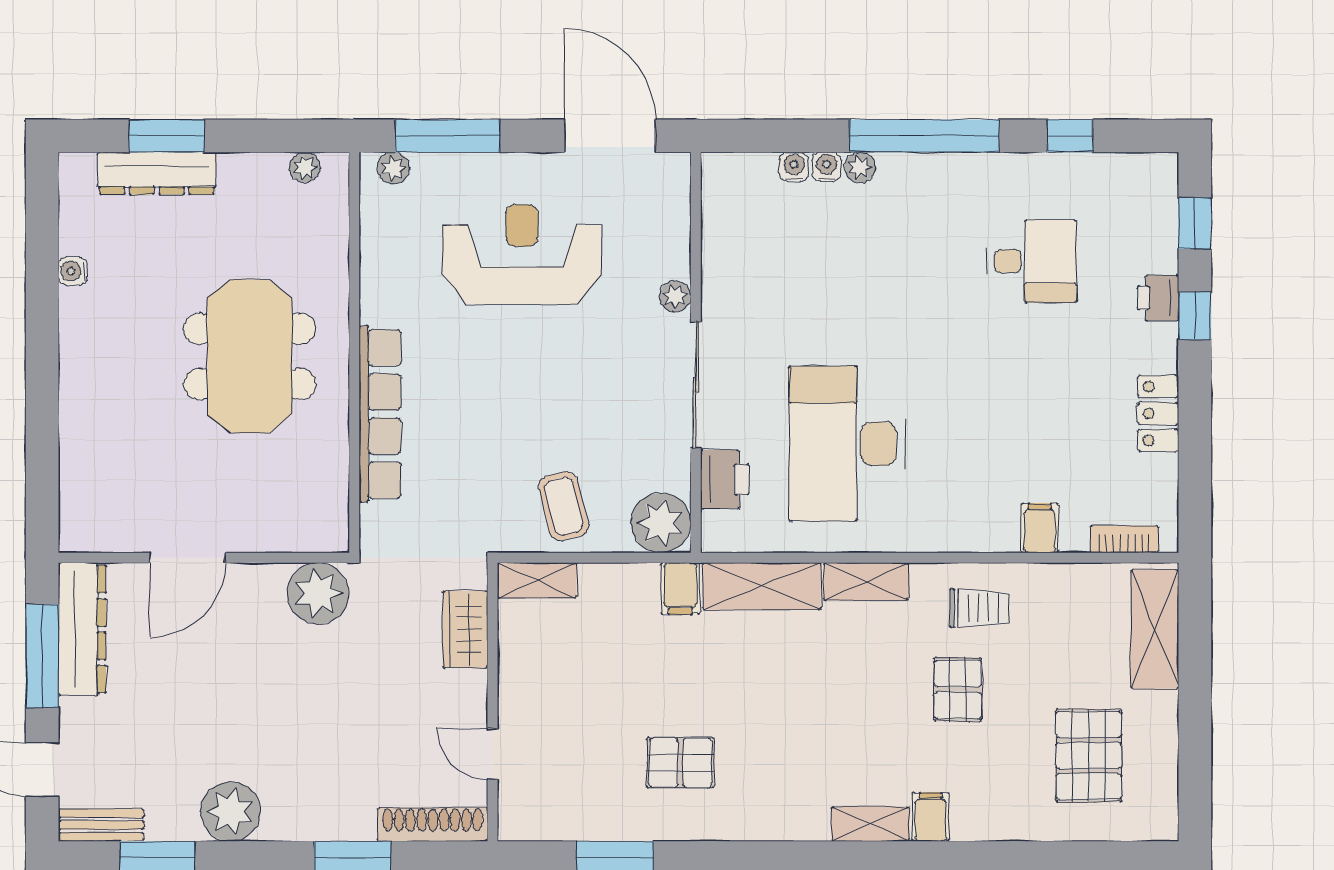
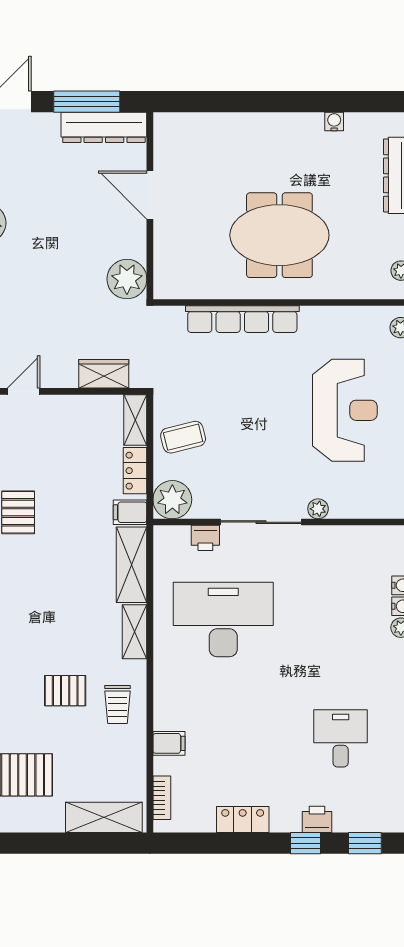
desk: (1032, 261) -> (341, 738), turned 180
printer: (725, 479) -> (205, 538), width x0.73, depth x0.81
locker: (616, 581) -> (135, 471), added

